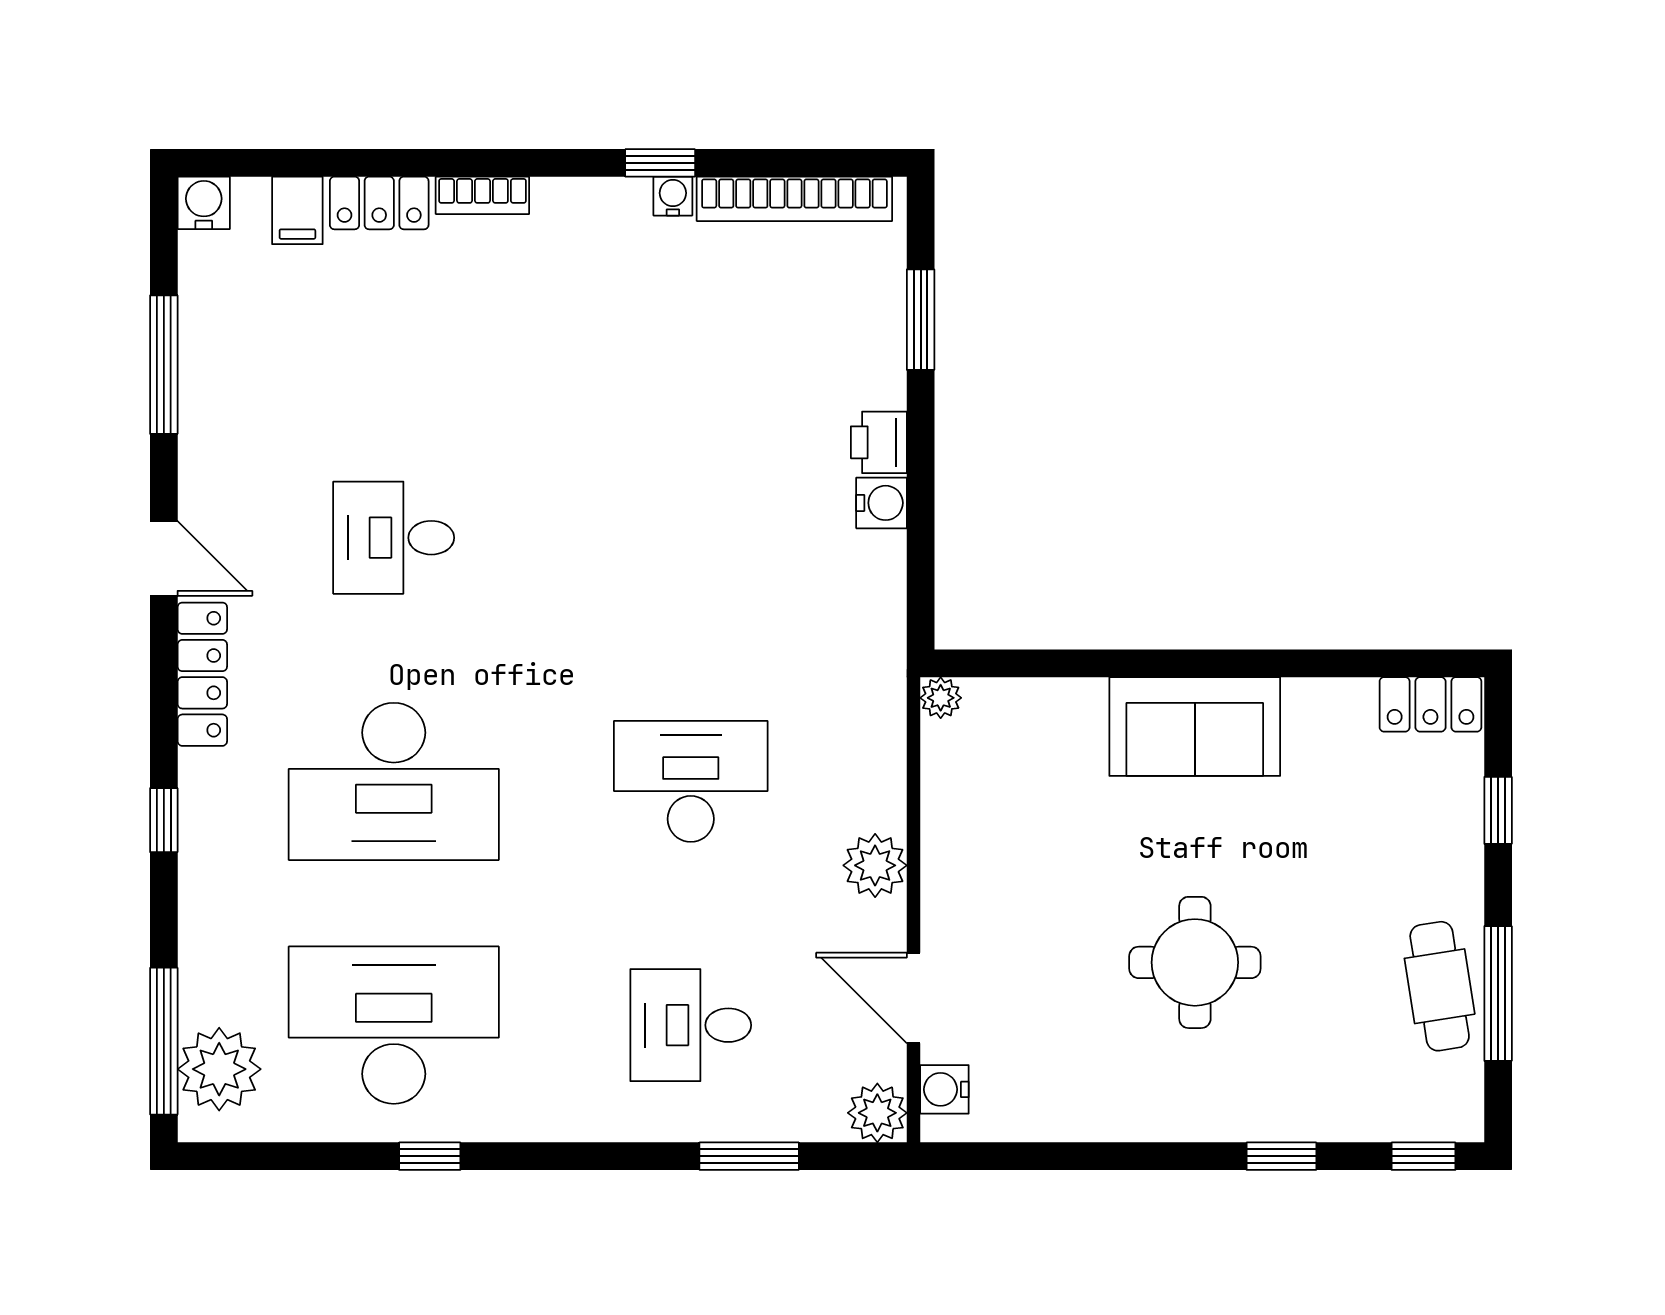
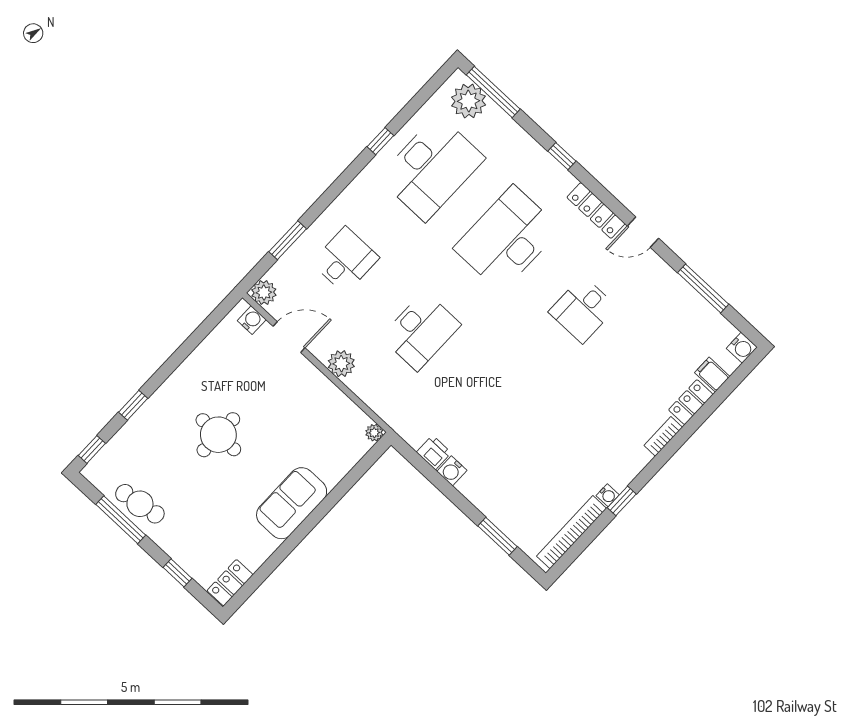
printer: (879, 442) -> (434, 452), moved
desk: (394, 538) -> (583, 309), turned 180

